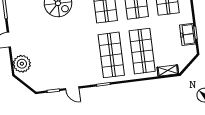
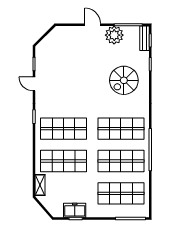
plant: (22, 64) -> (114, 35), moved
door: (72, 88) -> (34, 84), hinge flipped

